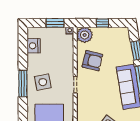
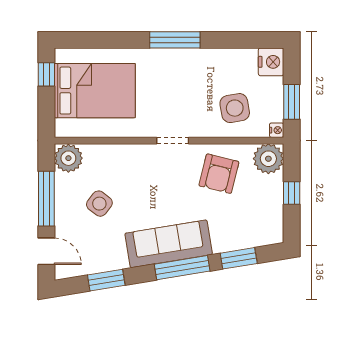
nightstand: (34, 46) -> (271, 62), moved, turned 90
side table: (43, 82) -> (235, 108), moved

